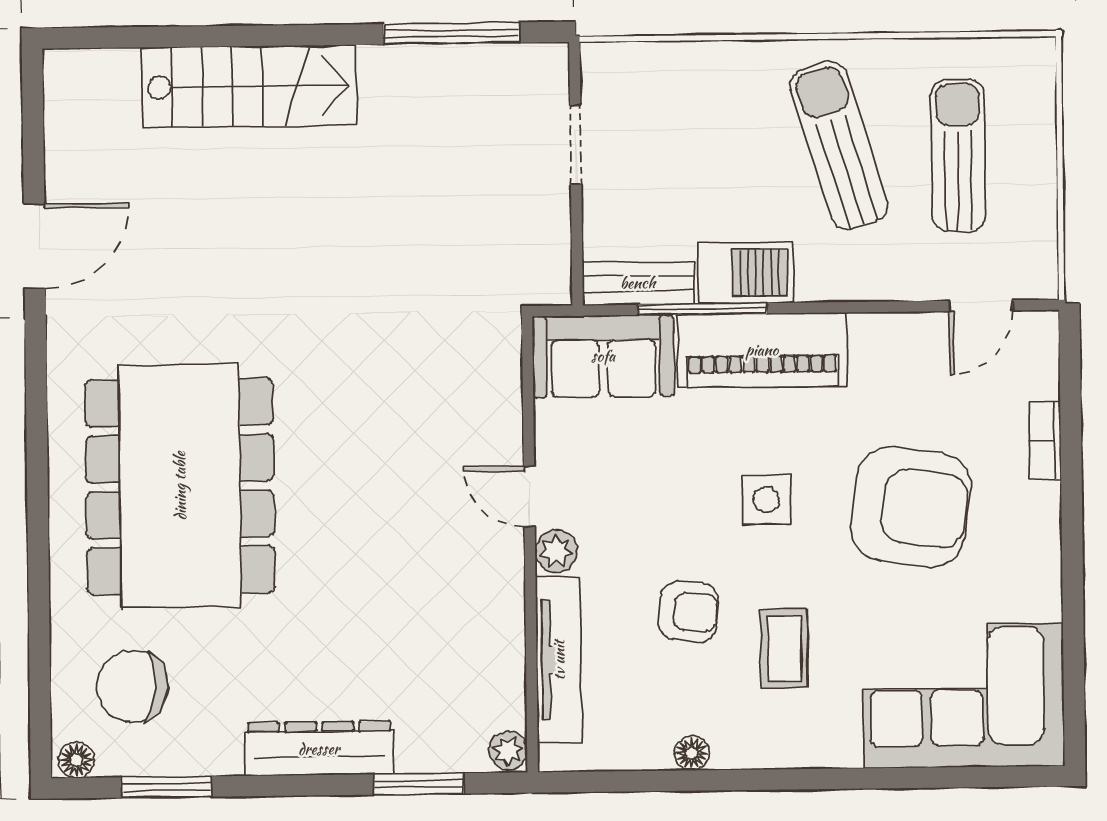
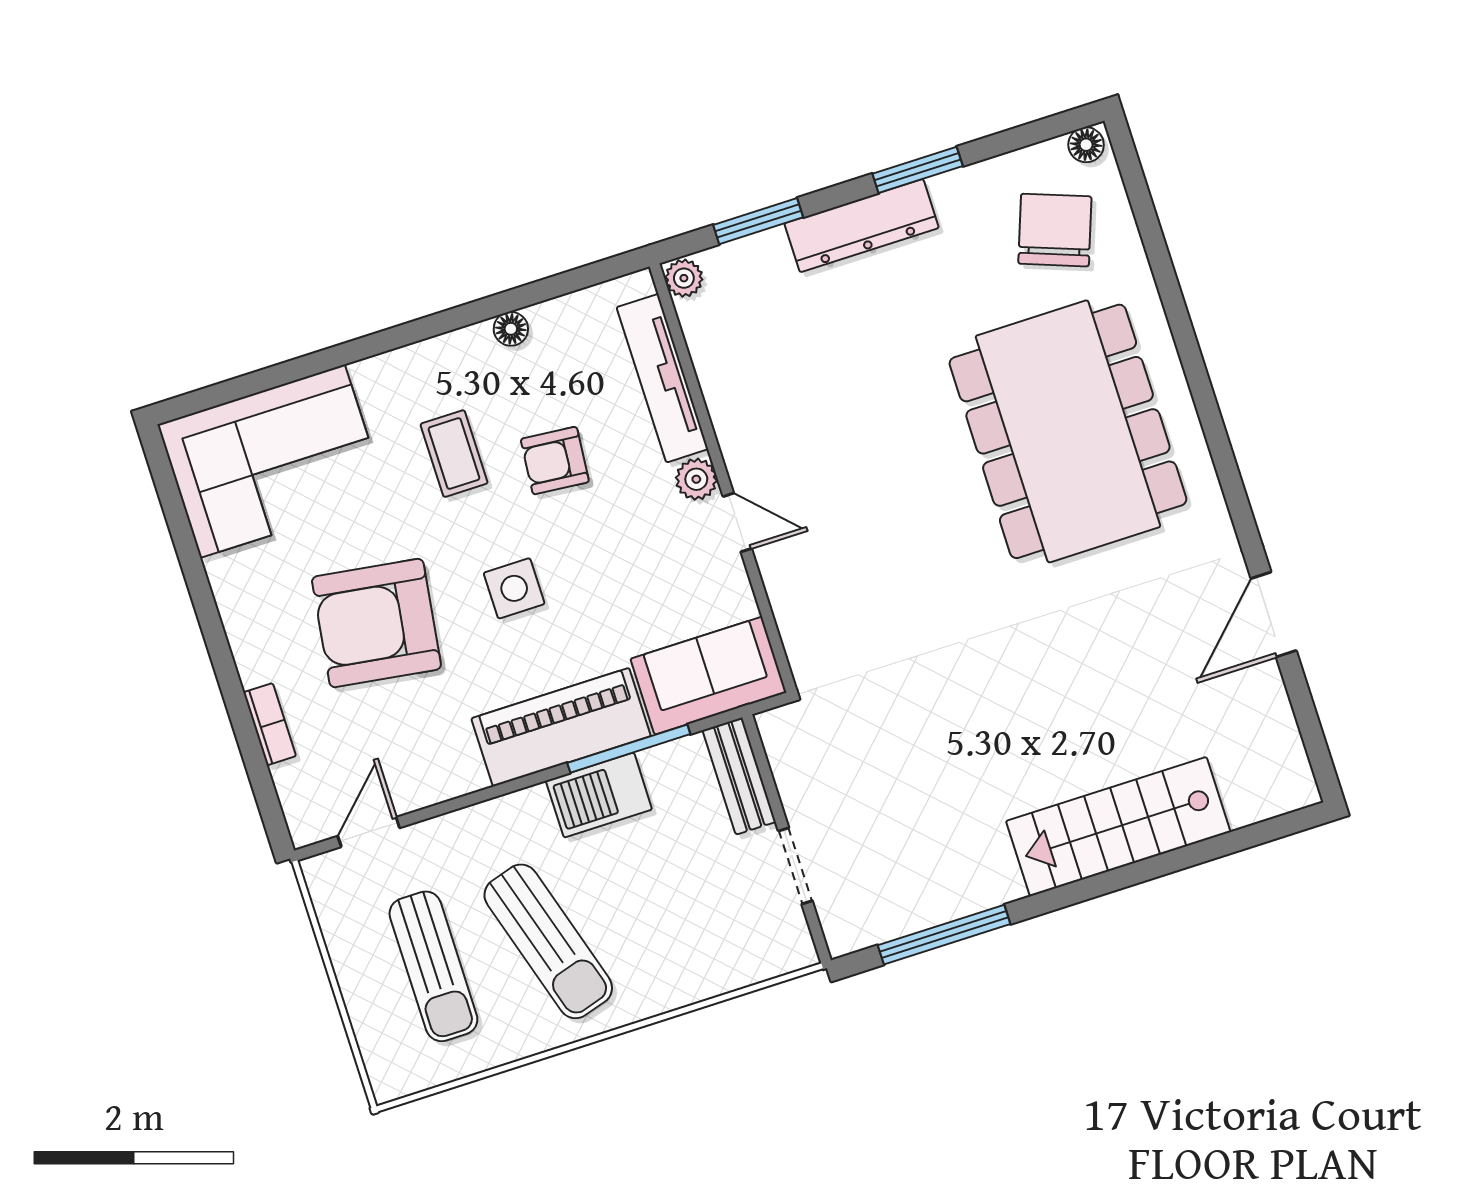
bench: (638, 283) -> (739, 776), moved, turned 90
chair: (132, 686) -> (1055, 230), turned -74
window: (166, 787) -> (918, 170), moved

